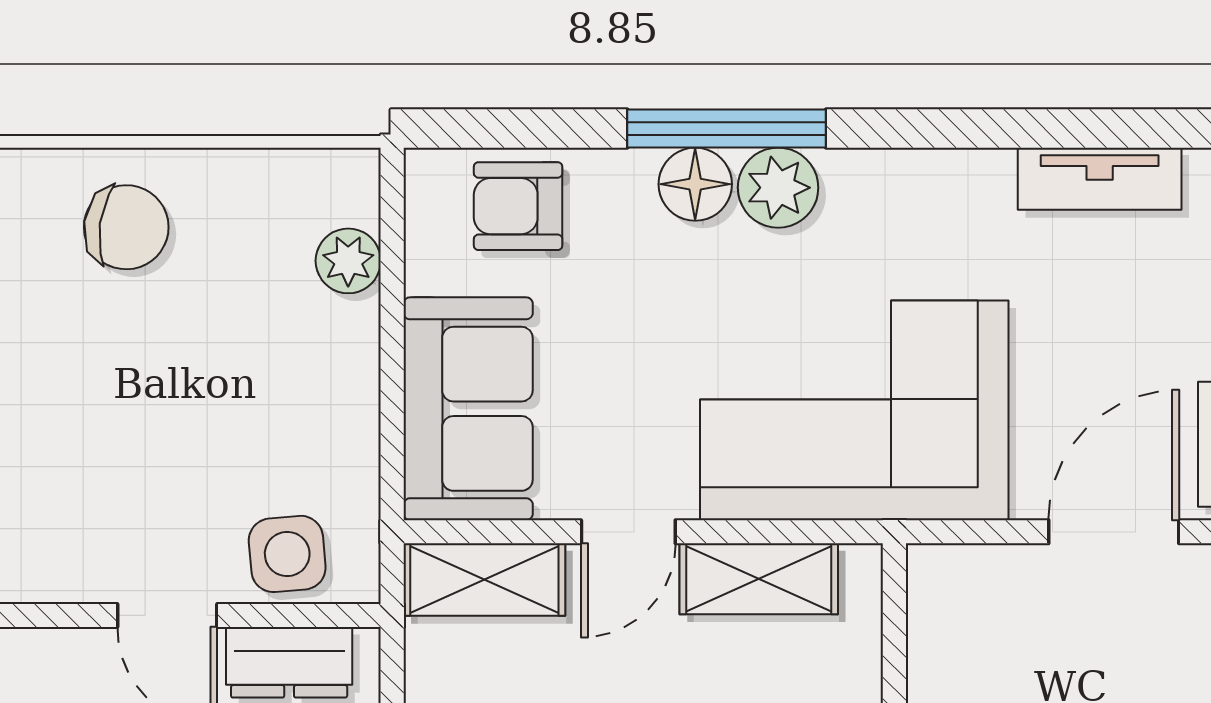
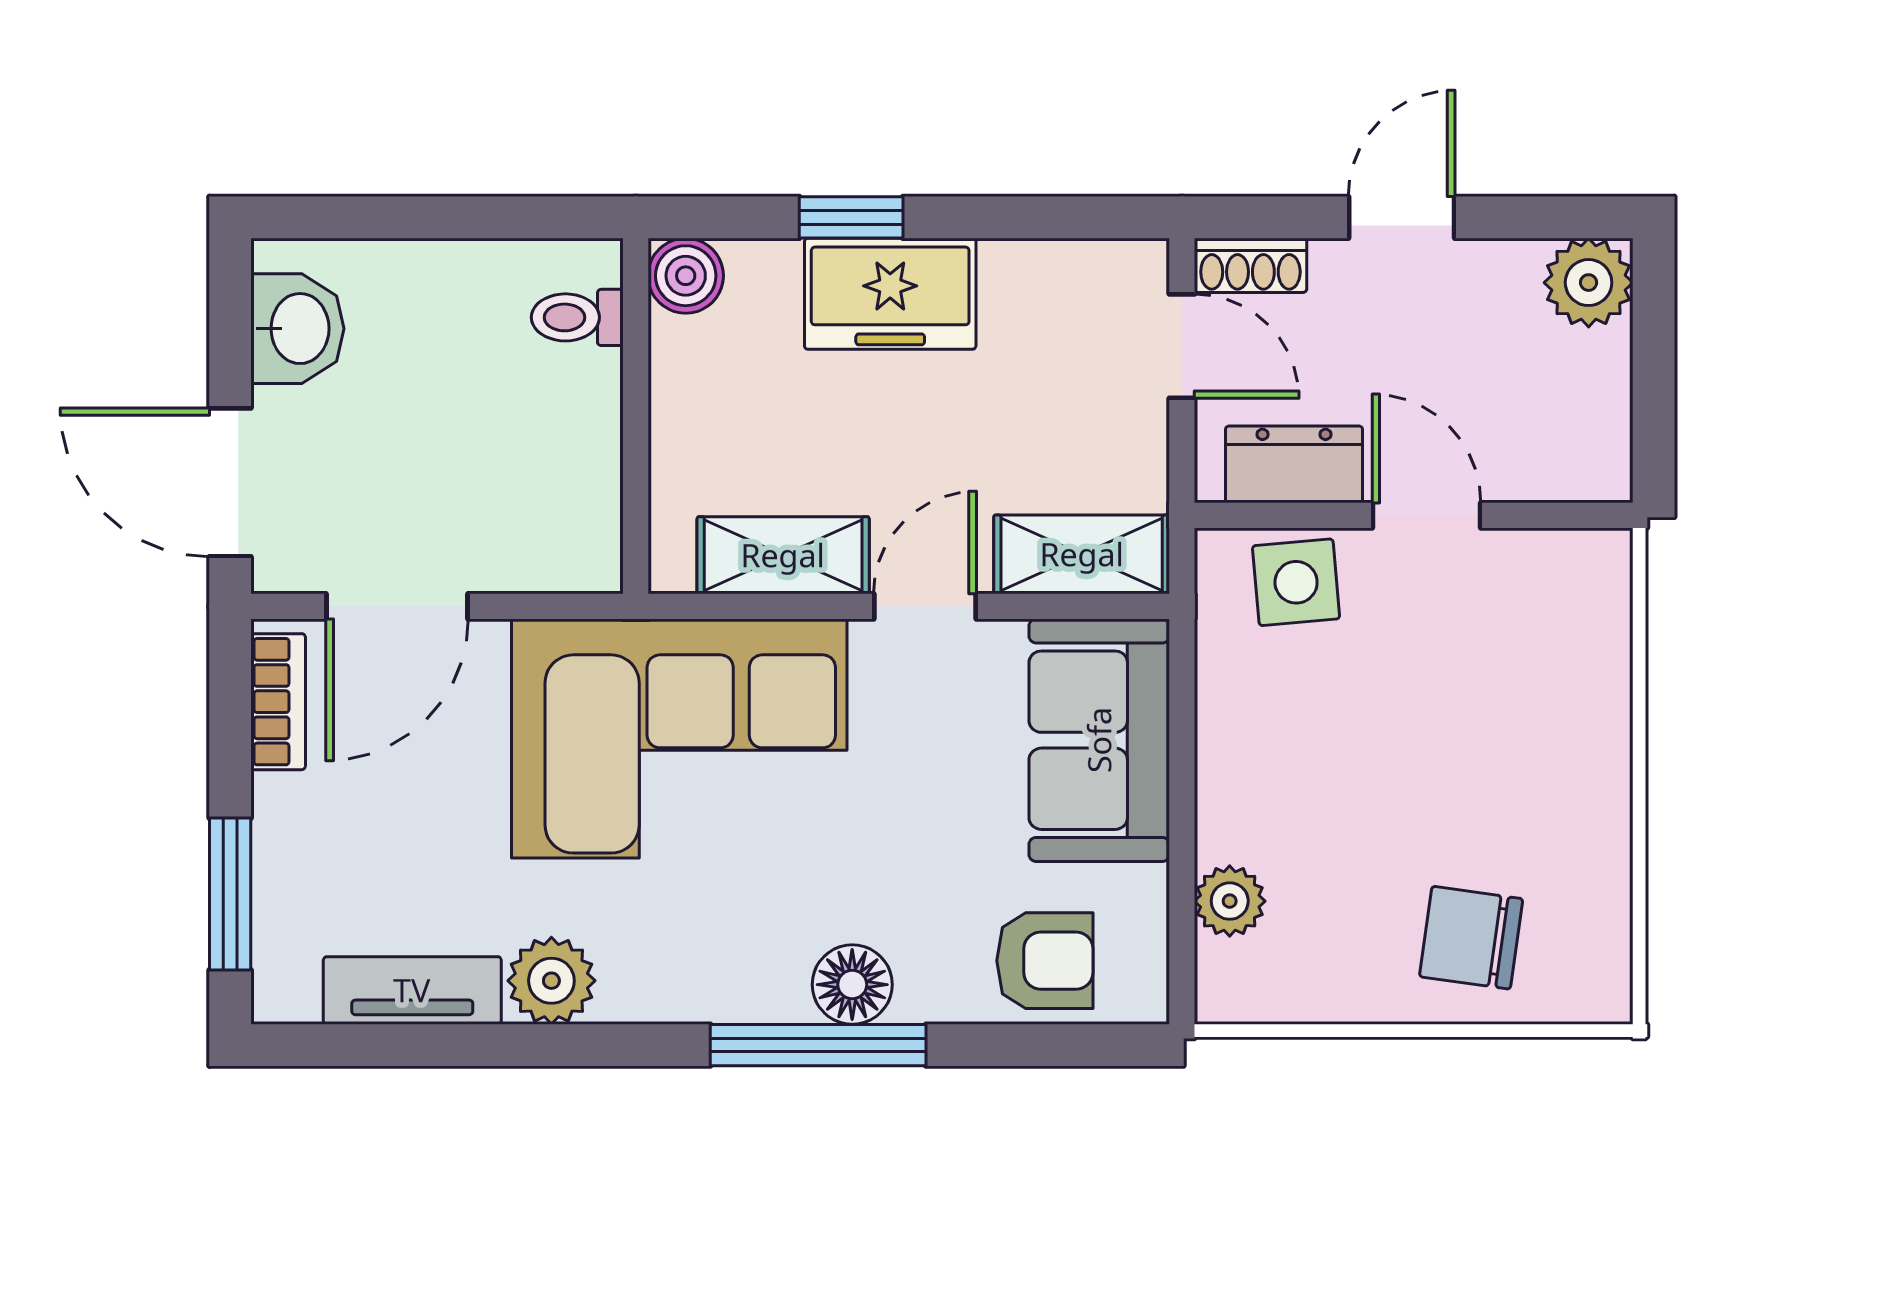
plant: (778, 188) -> (551, 981), moved

